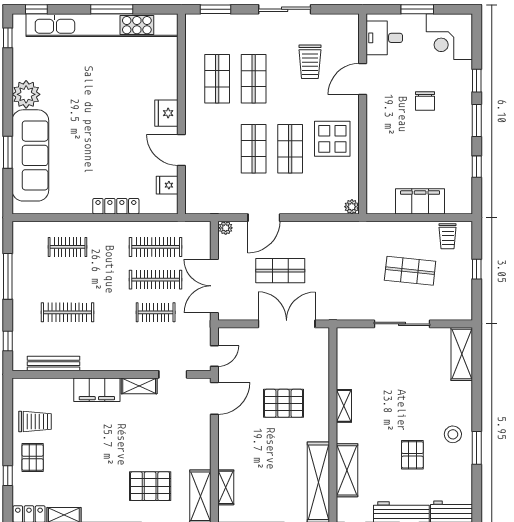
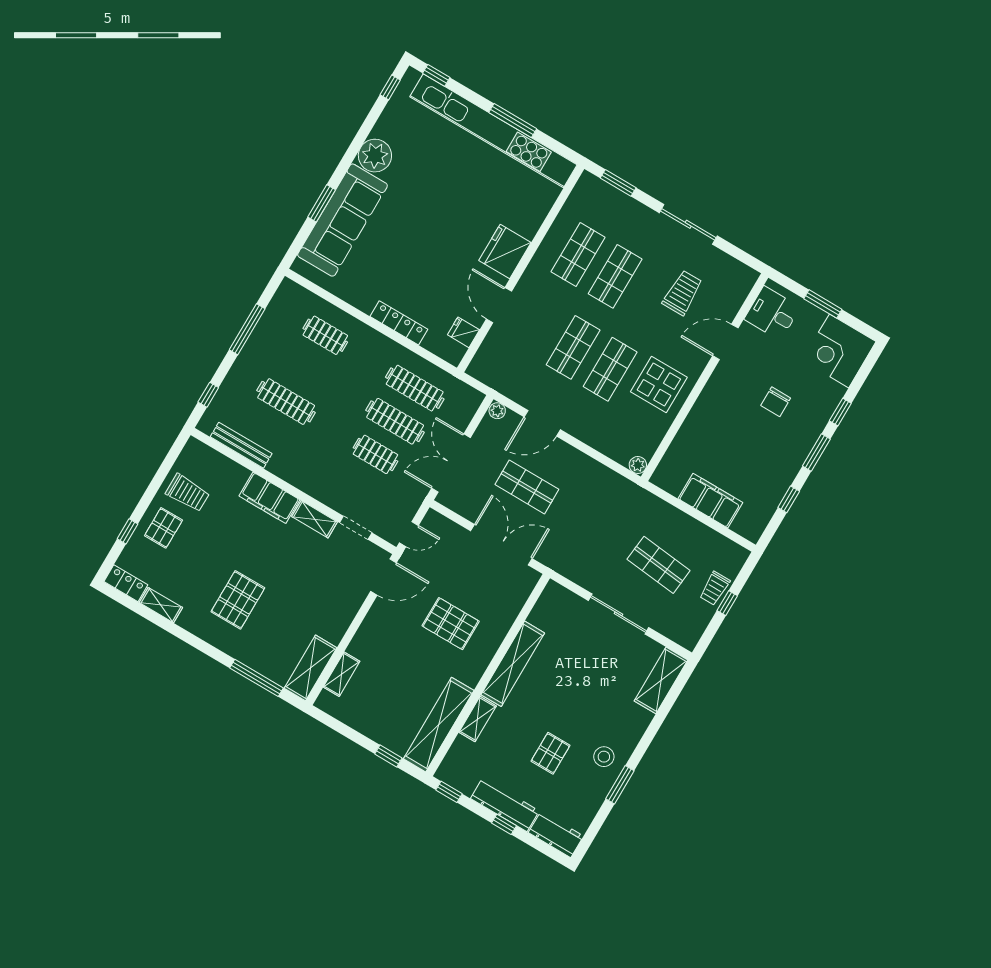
trolley: (310, 62) -> (682, 293), turned 180
fridge: (166, 113) -> (505, 252), width x1.36, depth x1.34
trolley: (448, 236) -> (715, 588), moved
shelving: (344, 406) -> (513, 664), width x2.20, depth x1.33
shelving: (347, 470) -> (478, 719), width x0.67, depth x0.75
pallet: (150, 486) -> (238, 600), moved, turned 90

